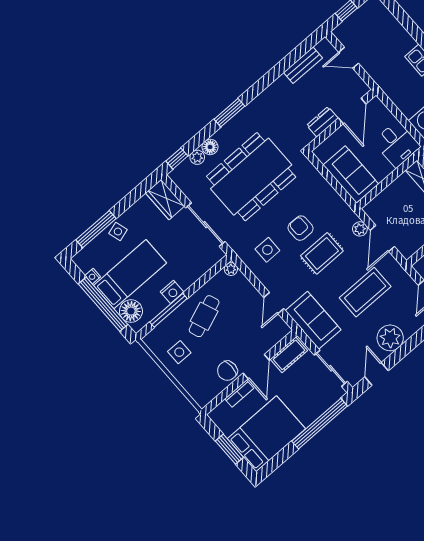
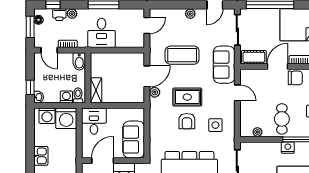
sofa: (351, 175) -> (134, 140), moved
plant: (231, 269) -> (257, 132), moved
door: (274, 303) -> (237, 93), hinge flipped
cafe table: (204, 316) -> (282, 119), turned -69
plant: (390, 338) -> (190, 14), width x0.53, depth x0.53

